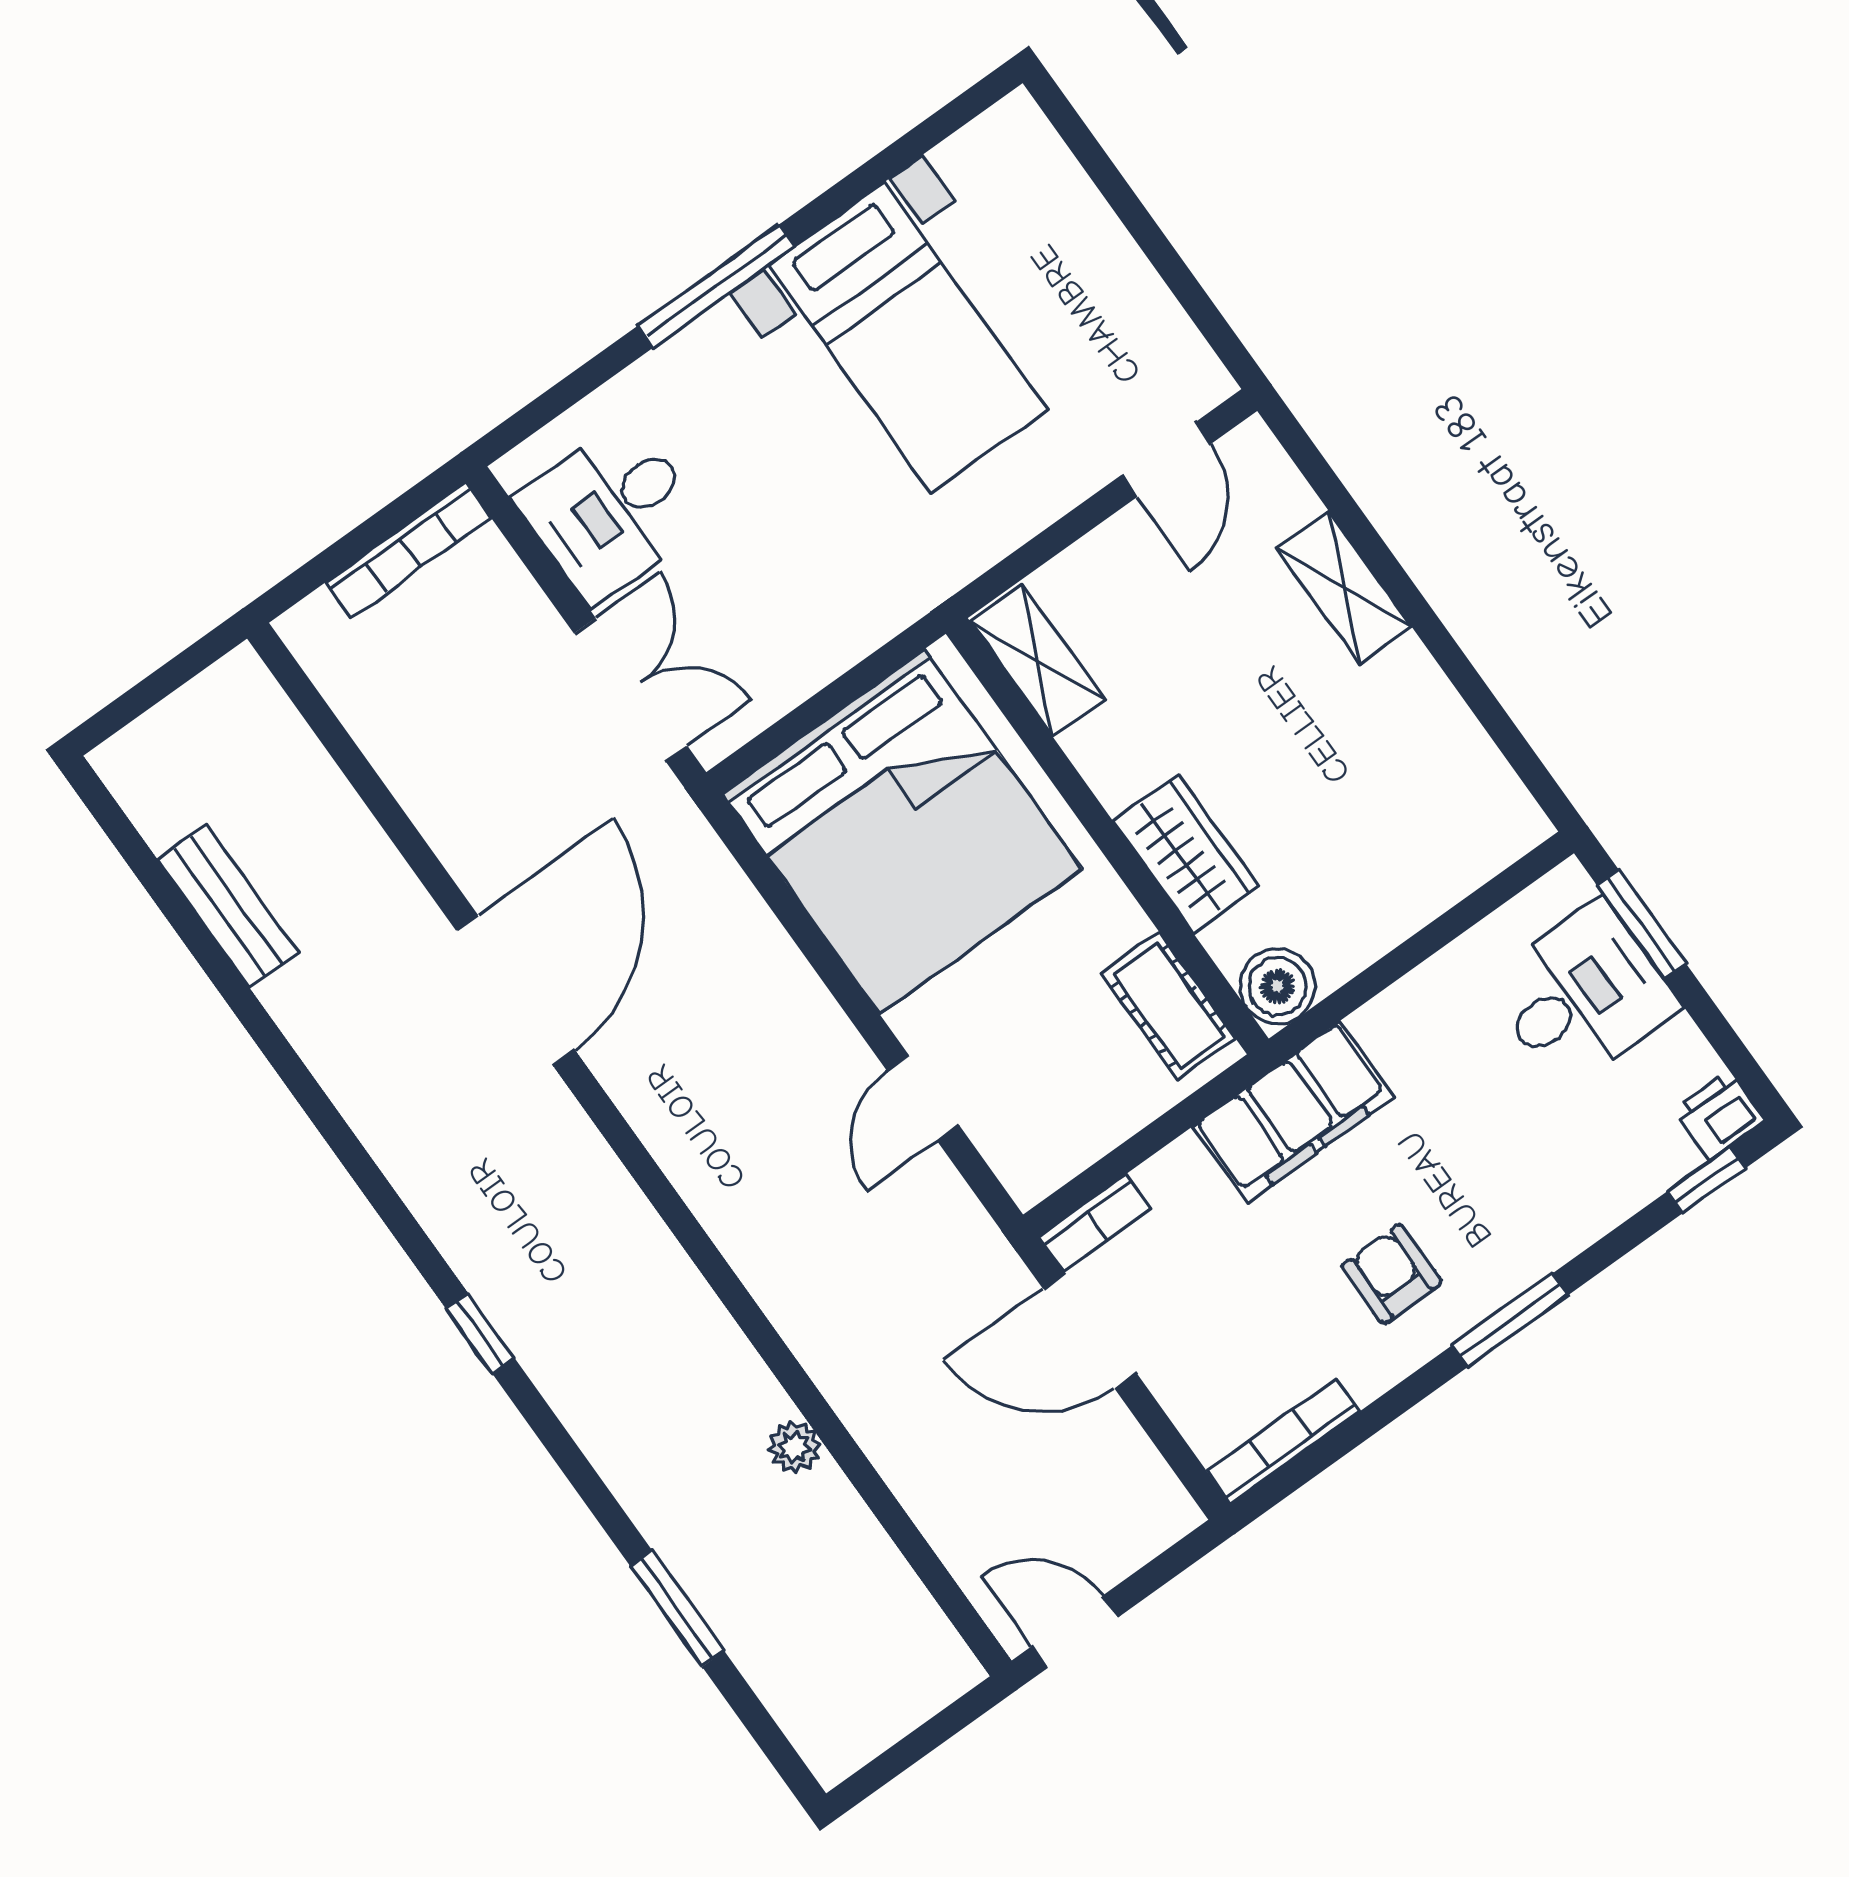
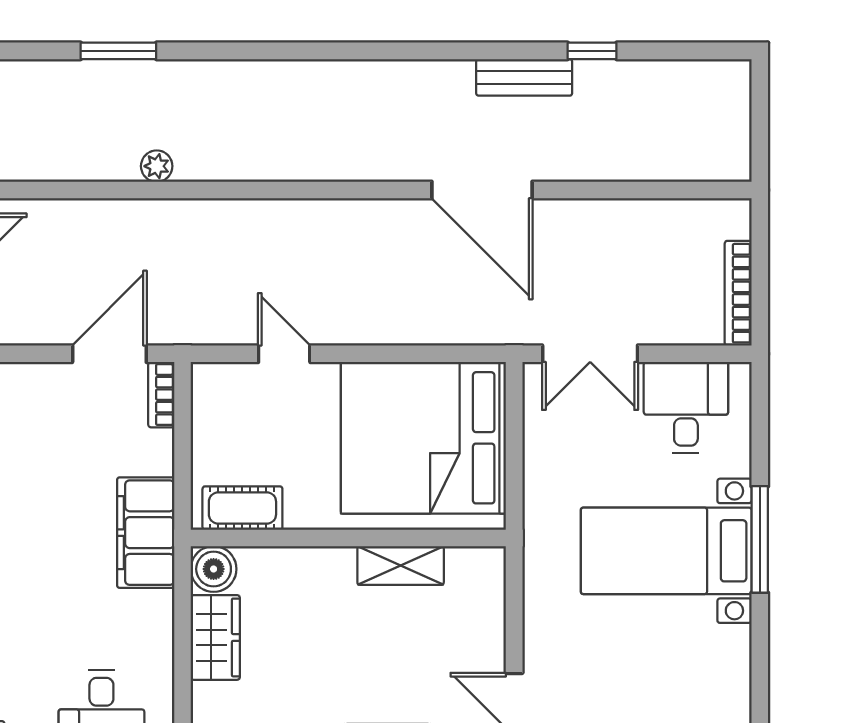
bed with nightstands: (908, 338) -> (666, 551), moved
shelving: (1037, 660) -> (401, 566), moved
wardrobe: (1186, 854) -> (215, 637), moved, turned -90
bench: (228, 906) -> (524, 77), moved
armchair: (1392, 1274) -> (30, 523), removed
window: (480, 1333) -> (592, 51), moved

